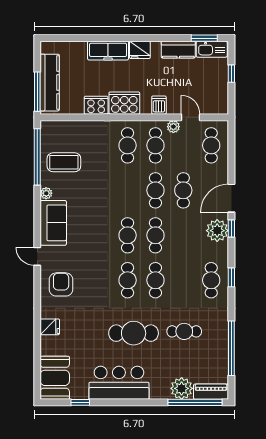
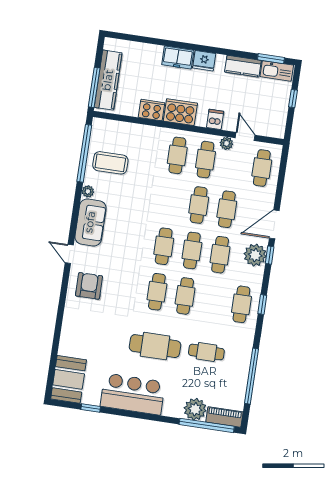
freezer: (108, 51) -> (178, 57), width x0.71
cafe table: (183, 235) -> (220, 255), added
fridge: (50, 327) -> (71, 327), removed

